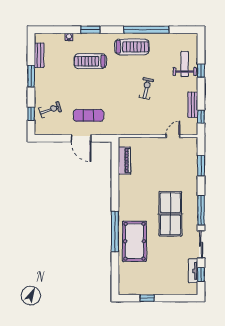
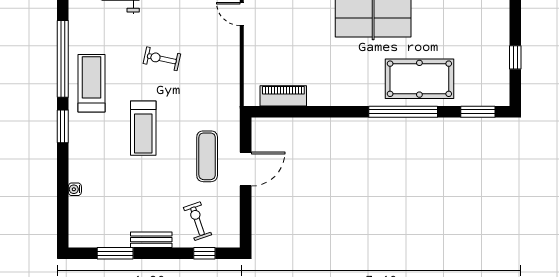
window: (90, 30) -> (63, 126), moved
bench: (39, 55) -> (151, 240), moved
treadmill: (90, 61) -> (143, 128), moved
window: (31, 76) -> (115, 253), moved
window: (115, 276) -> (478, 112), added

